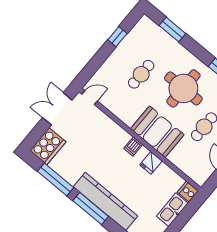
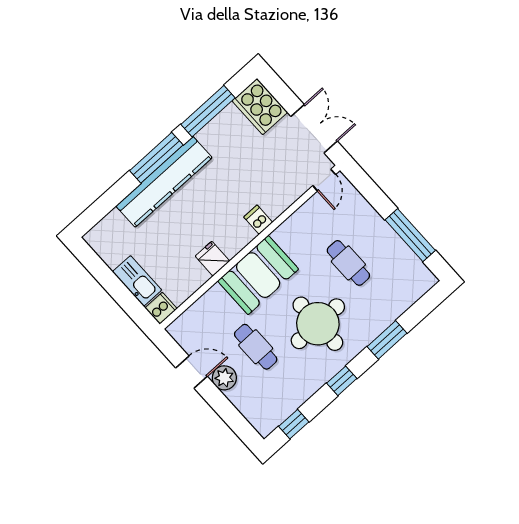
window: (172, 30) -> (387, 340), moved
window: (117, 37) -> (410, 235), width x2.17
dishwasher: (133, 147) -> (258, 220), moved

